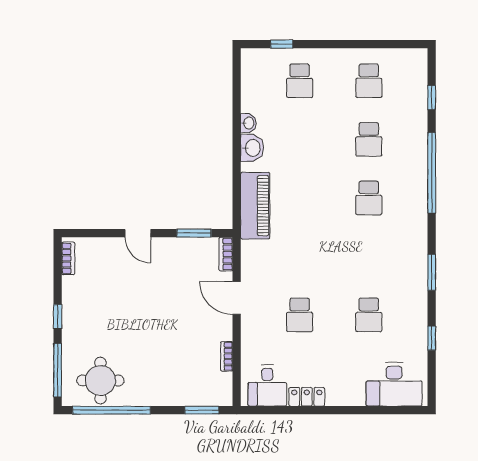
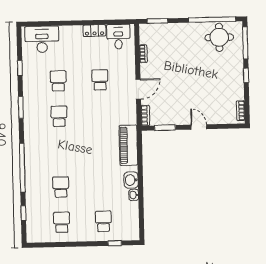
school desk: (369, 198) -> (59, 116), moved
door: (237, 298) -> (138, 89), hinge flipped

